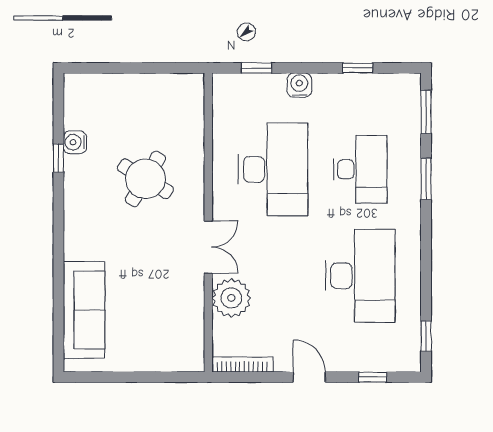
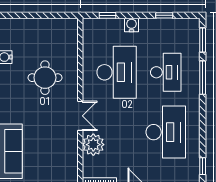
round table: (145, 179) -> (45, 78), turned -31
window: (426, 179) -> (203, 78), width x1.44

